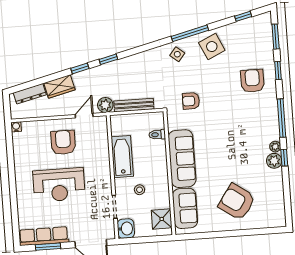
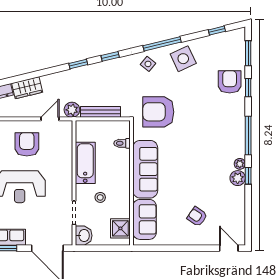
window: (80, 68) -> (110, 56), moved
armchair: (252, 81) -> (230, 82), moved
armchair: (191, 101) -> (158, 112), width x1.88, depth x1.88
armchair: (237, 202) -> (197, 217), width x0.53, depth x0.53
door: (270, 231) -> (229, 248), added

